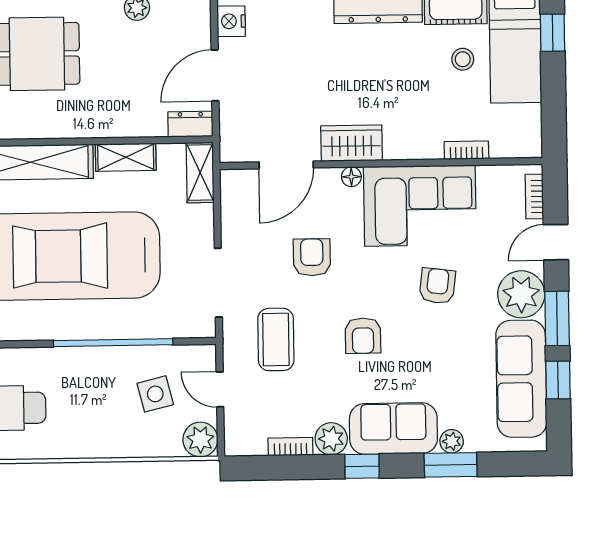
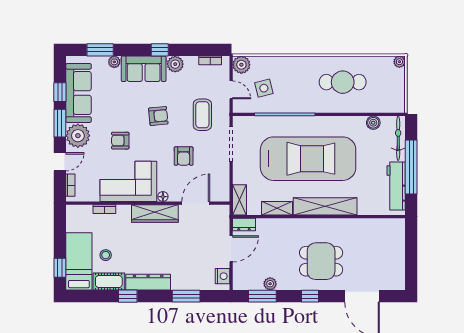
wardrobe: (352, 143) -> (155, 214), width x1.50
armchair: (437, 286) -> (120, 141), turned 83
armchair: (363, 336) -> (158, 116), turned 84
bookcase: (290, 447) -> (210, 60), moved
window: (451, 465) -> (100, 50), moved

